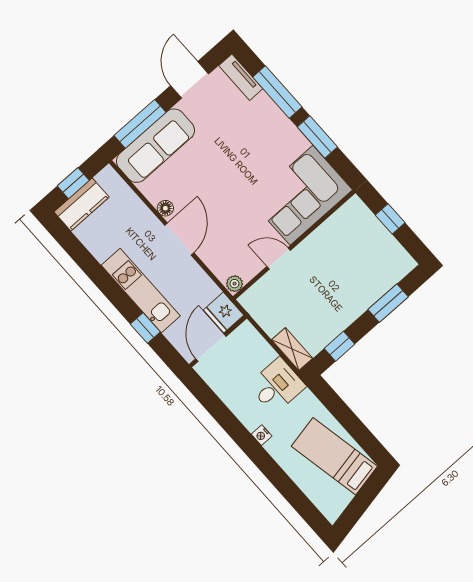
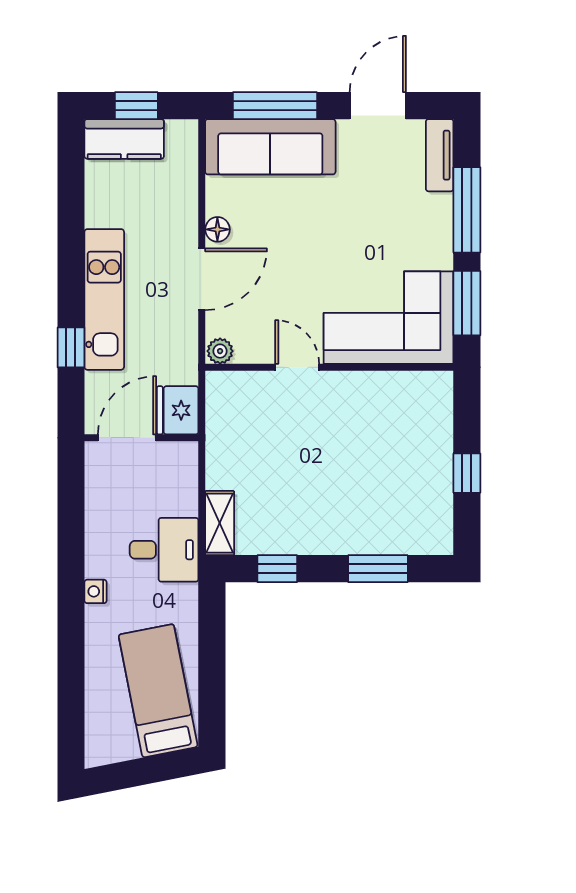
corner sofa: (301, 195) -> (389, 318), moved
wall: (294, 245) -> (329, 367), moved
door: (279, 258) -> (297, 367), moved
plant: (235, 284) -> (220, 351), moved

